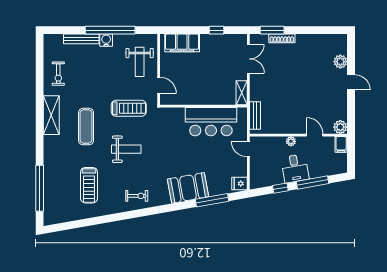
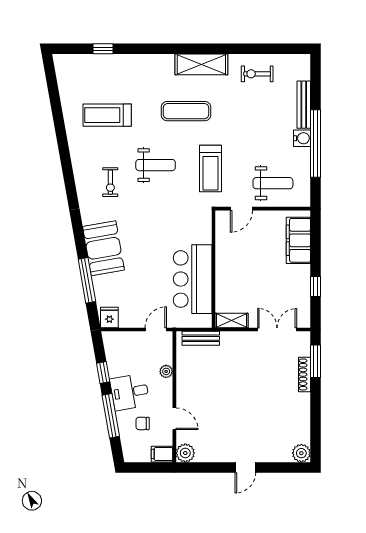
double door: (248, 59) -> (277, 330), swing flipped
weight bench: (140, 62) -> (273, 183), turned 180
plant: (340, 62) -> (301, 453), moved
door: (315, 135) -> (174, 419), hinge flipped
plant: (291, 141) -> (166, 371), moved
weight bench: (126, 149) -> (156, 165), turned -90
chair: (318, 159) -> (143, 423), added
window: (40, 188) -> (103, 49), width x0.32
exercise bike: (137, 196) -> (110, 182), moved

